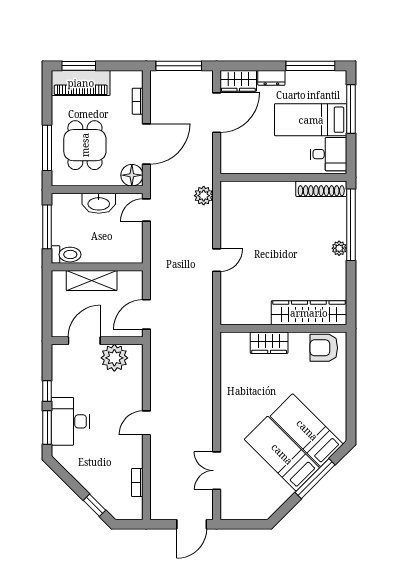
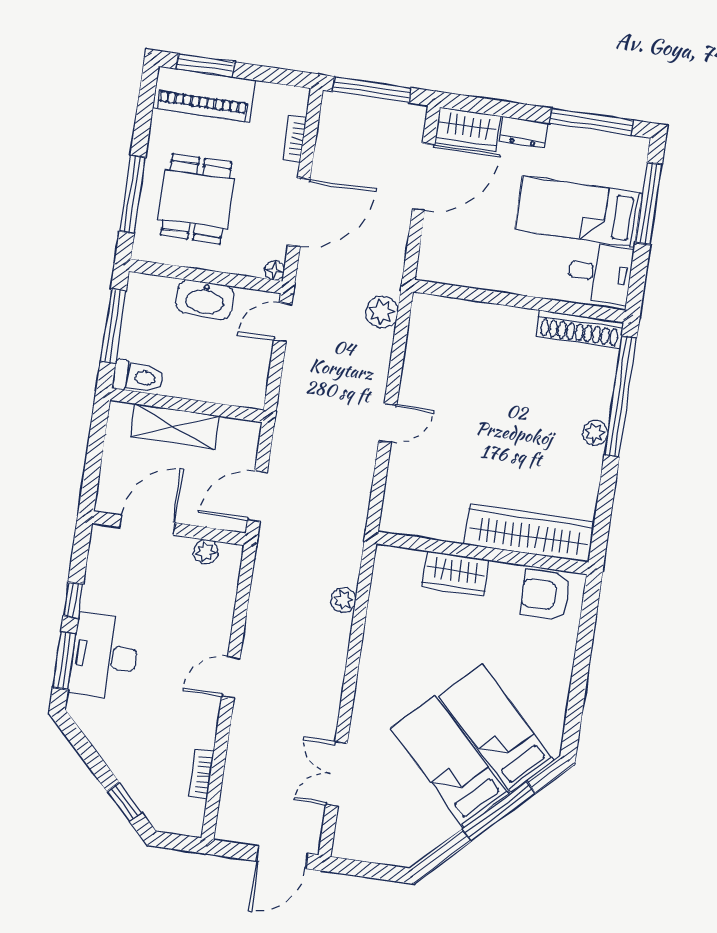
floor lamp: (132, 175) -> (274, 270), width x0.53, depth x0.53
plant: (114, 358) -> (206, 552), width x0.53, depth x0.53
plant: (206, 368) -> (343, 600), added

